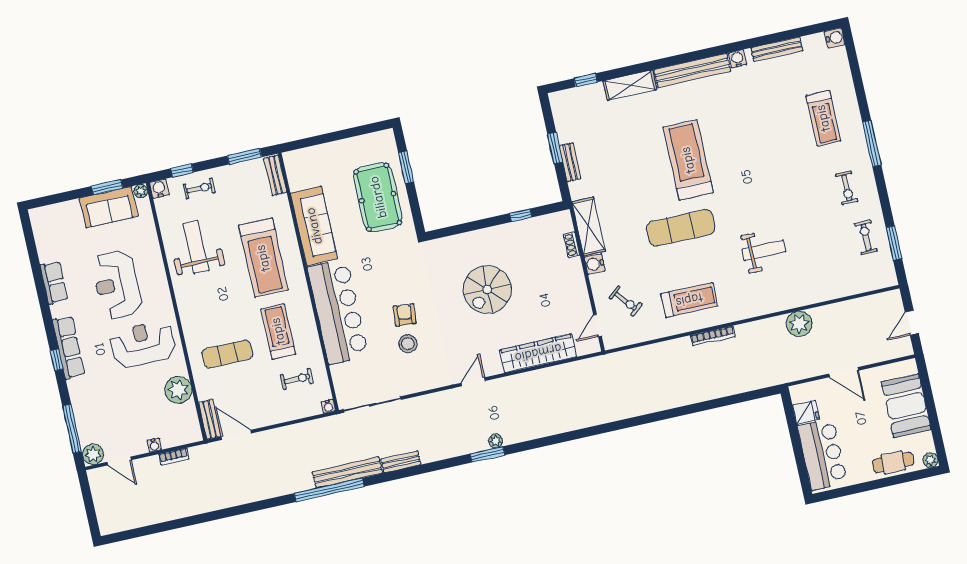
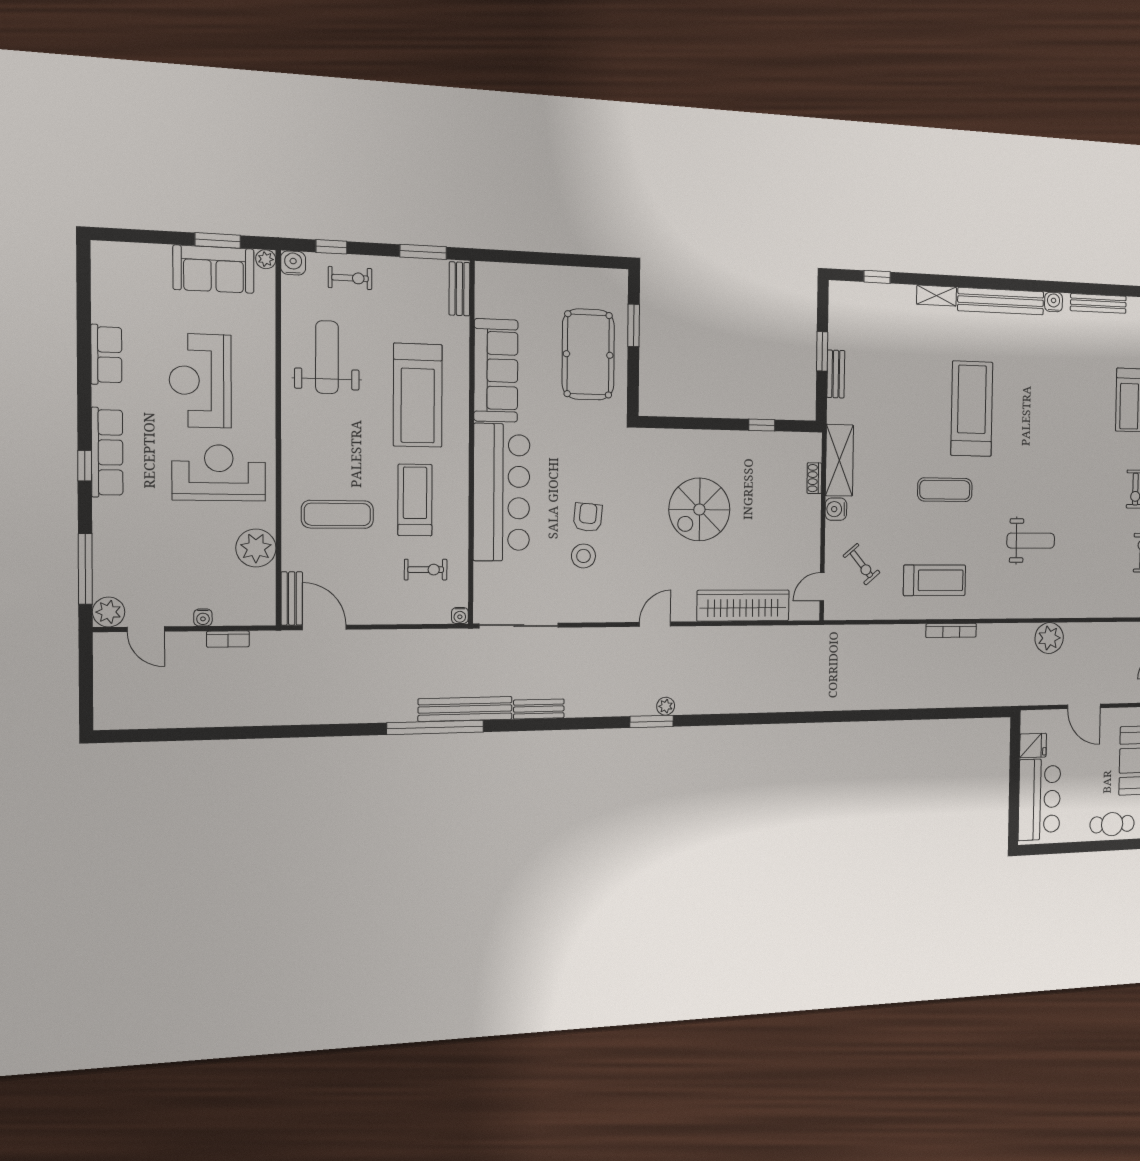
shelving: (630, 85) -> (937, 296), width x0.67, depth x0.75
exercise mat: (681, 228) -> (945, 490), width x0.73, depth x0.69

